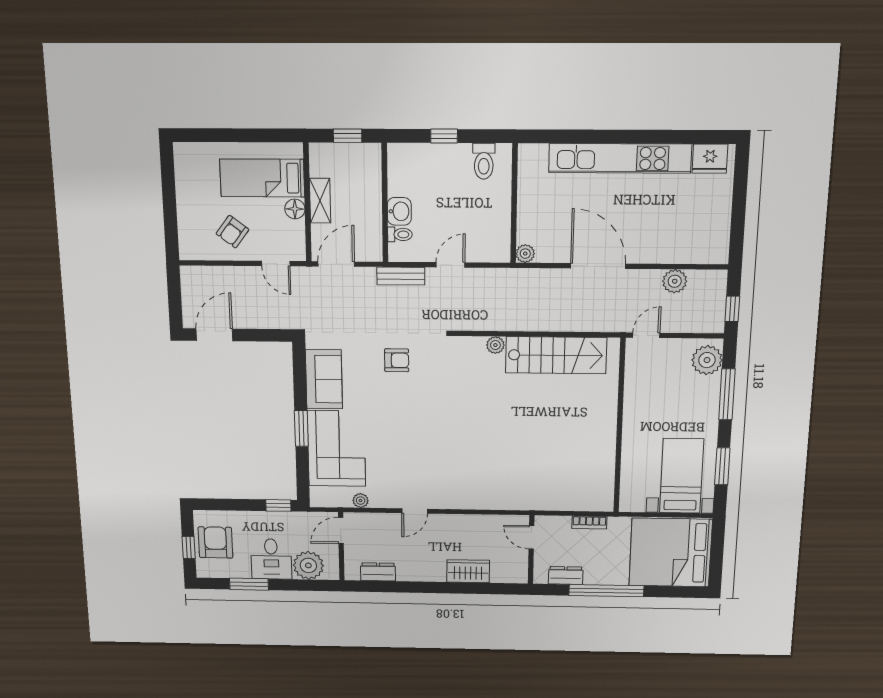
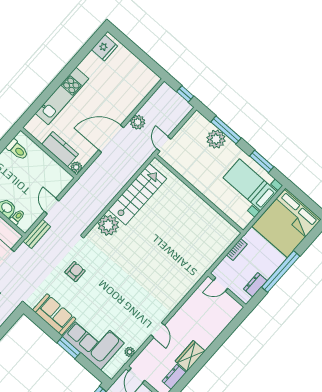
kitchen unit: (620, 158) -> (62, 96), width x0.73
kitchen counter: (531, 214) -> (60, 149), added
plant: (675, 281) -> (138, 122), moved
plant: (495, 345) -> (108, 225), width x1.88, depth x1.88
plant: (707, 360) -> (216, 139), moved
wardrobe: (468, 571) -> (190, 356), moved

